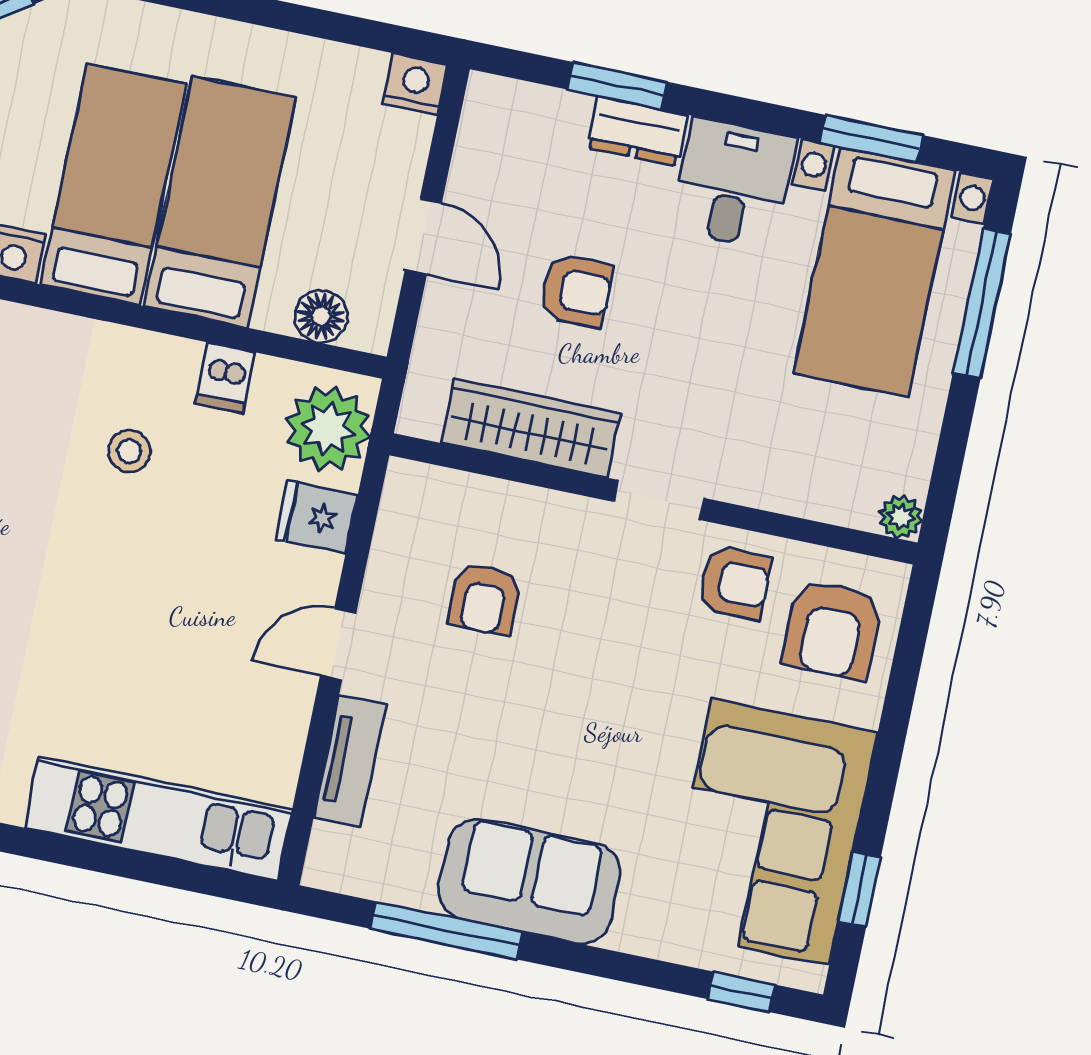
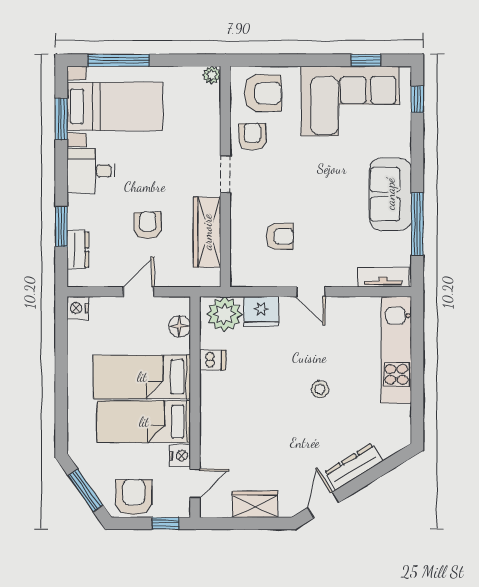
dresser: (637, 131) -> (78, 250), moved
stool: (129, 451) -> (320, 389), moved
fridge: (316, 517) -> (261, 311), width x1.38
tv unit: (350, 761) -> (383, 277), moved

